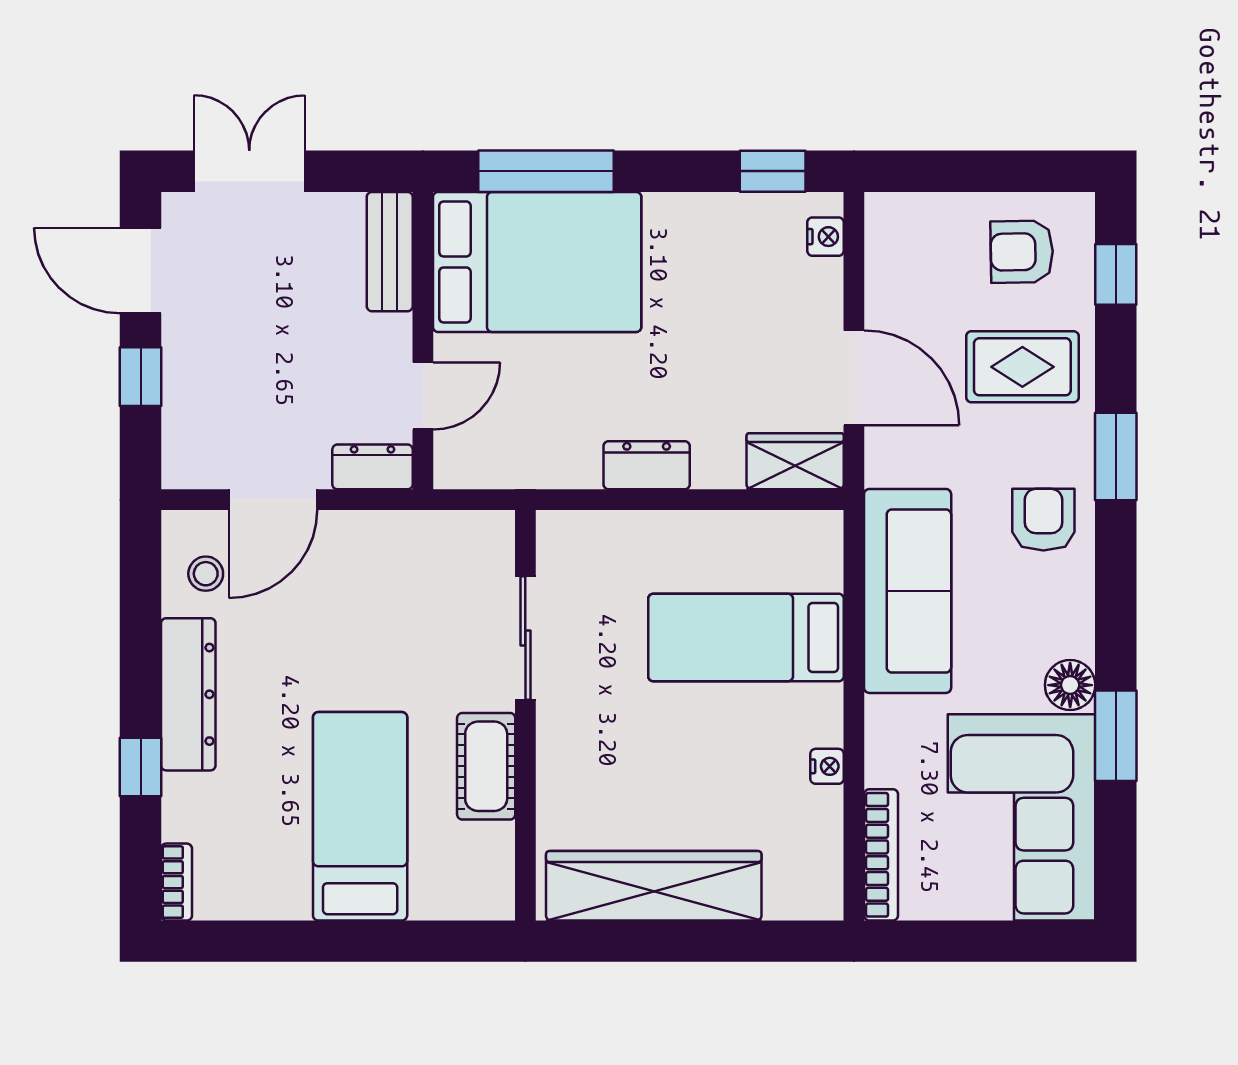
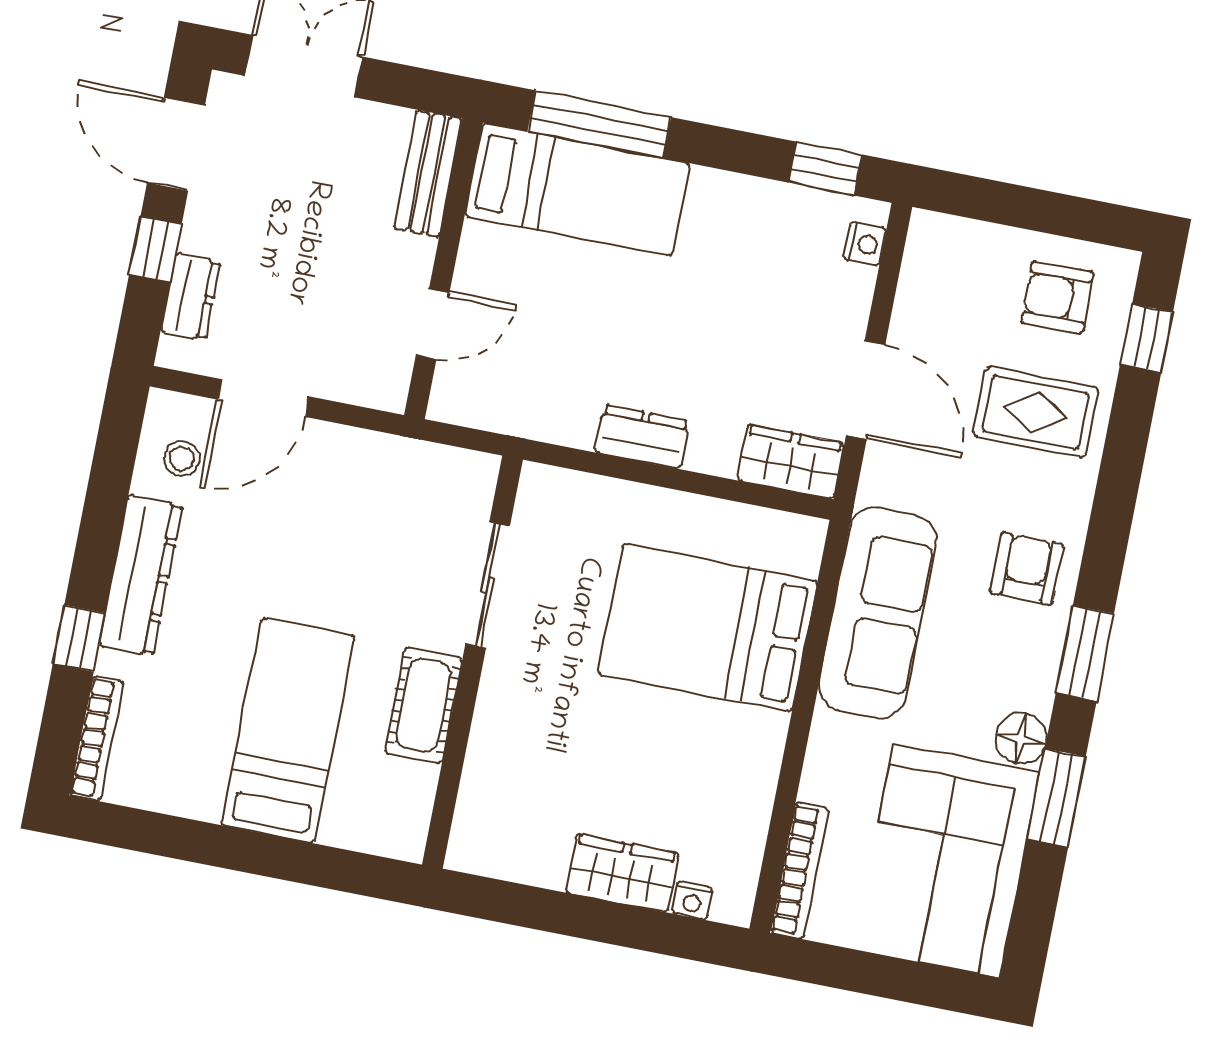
bed: (537, 262) -> (577, 190), width x0.67
window: (1116, 457) -> (1085, 653), moved
dresser: (372, 467) -> (191, 297), moved, turned 90
bed: (746, 637) -> (707, 628), width x1.50
nightstand: (827, 766) -> (692, 900), moved, turned 90
bookcase: (176, 882) -> (97, 738), width x1.56
wardrobe: (654, 886) -> (622, 873), width x0.48, depth x0.85

